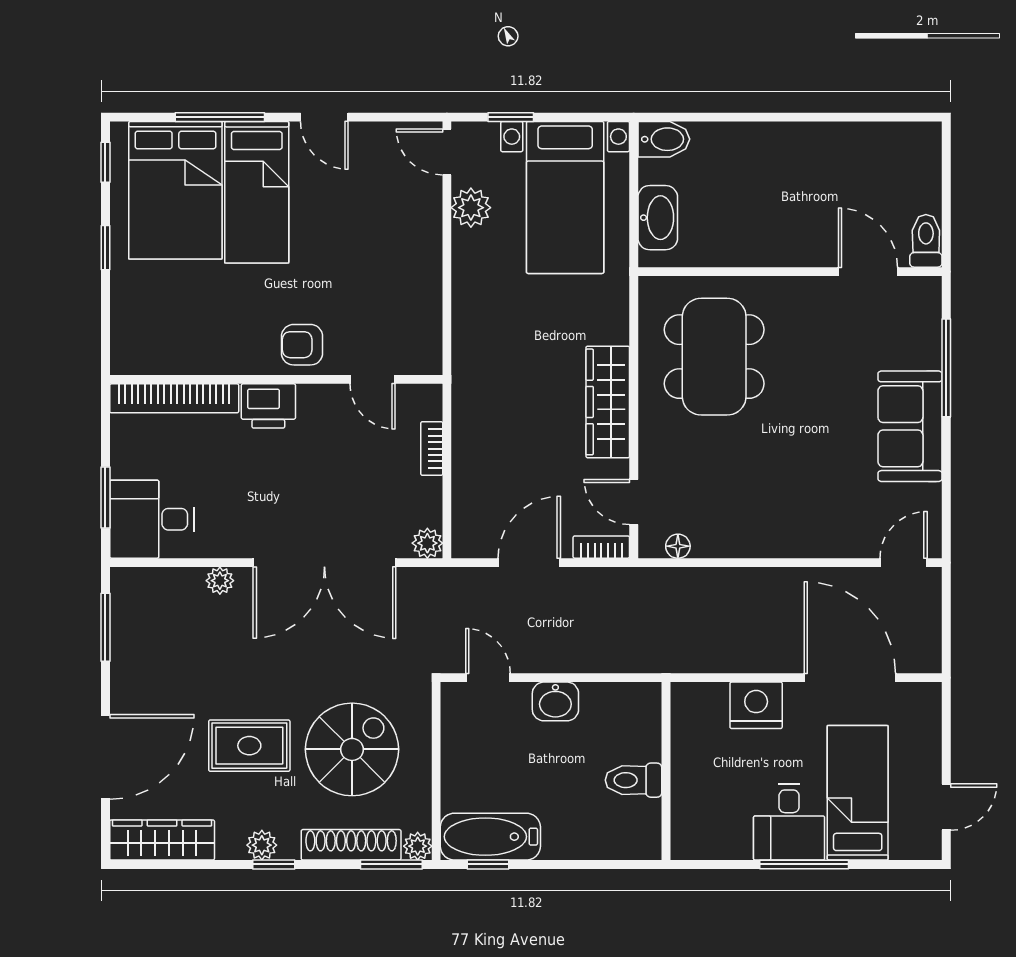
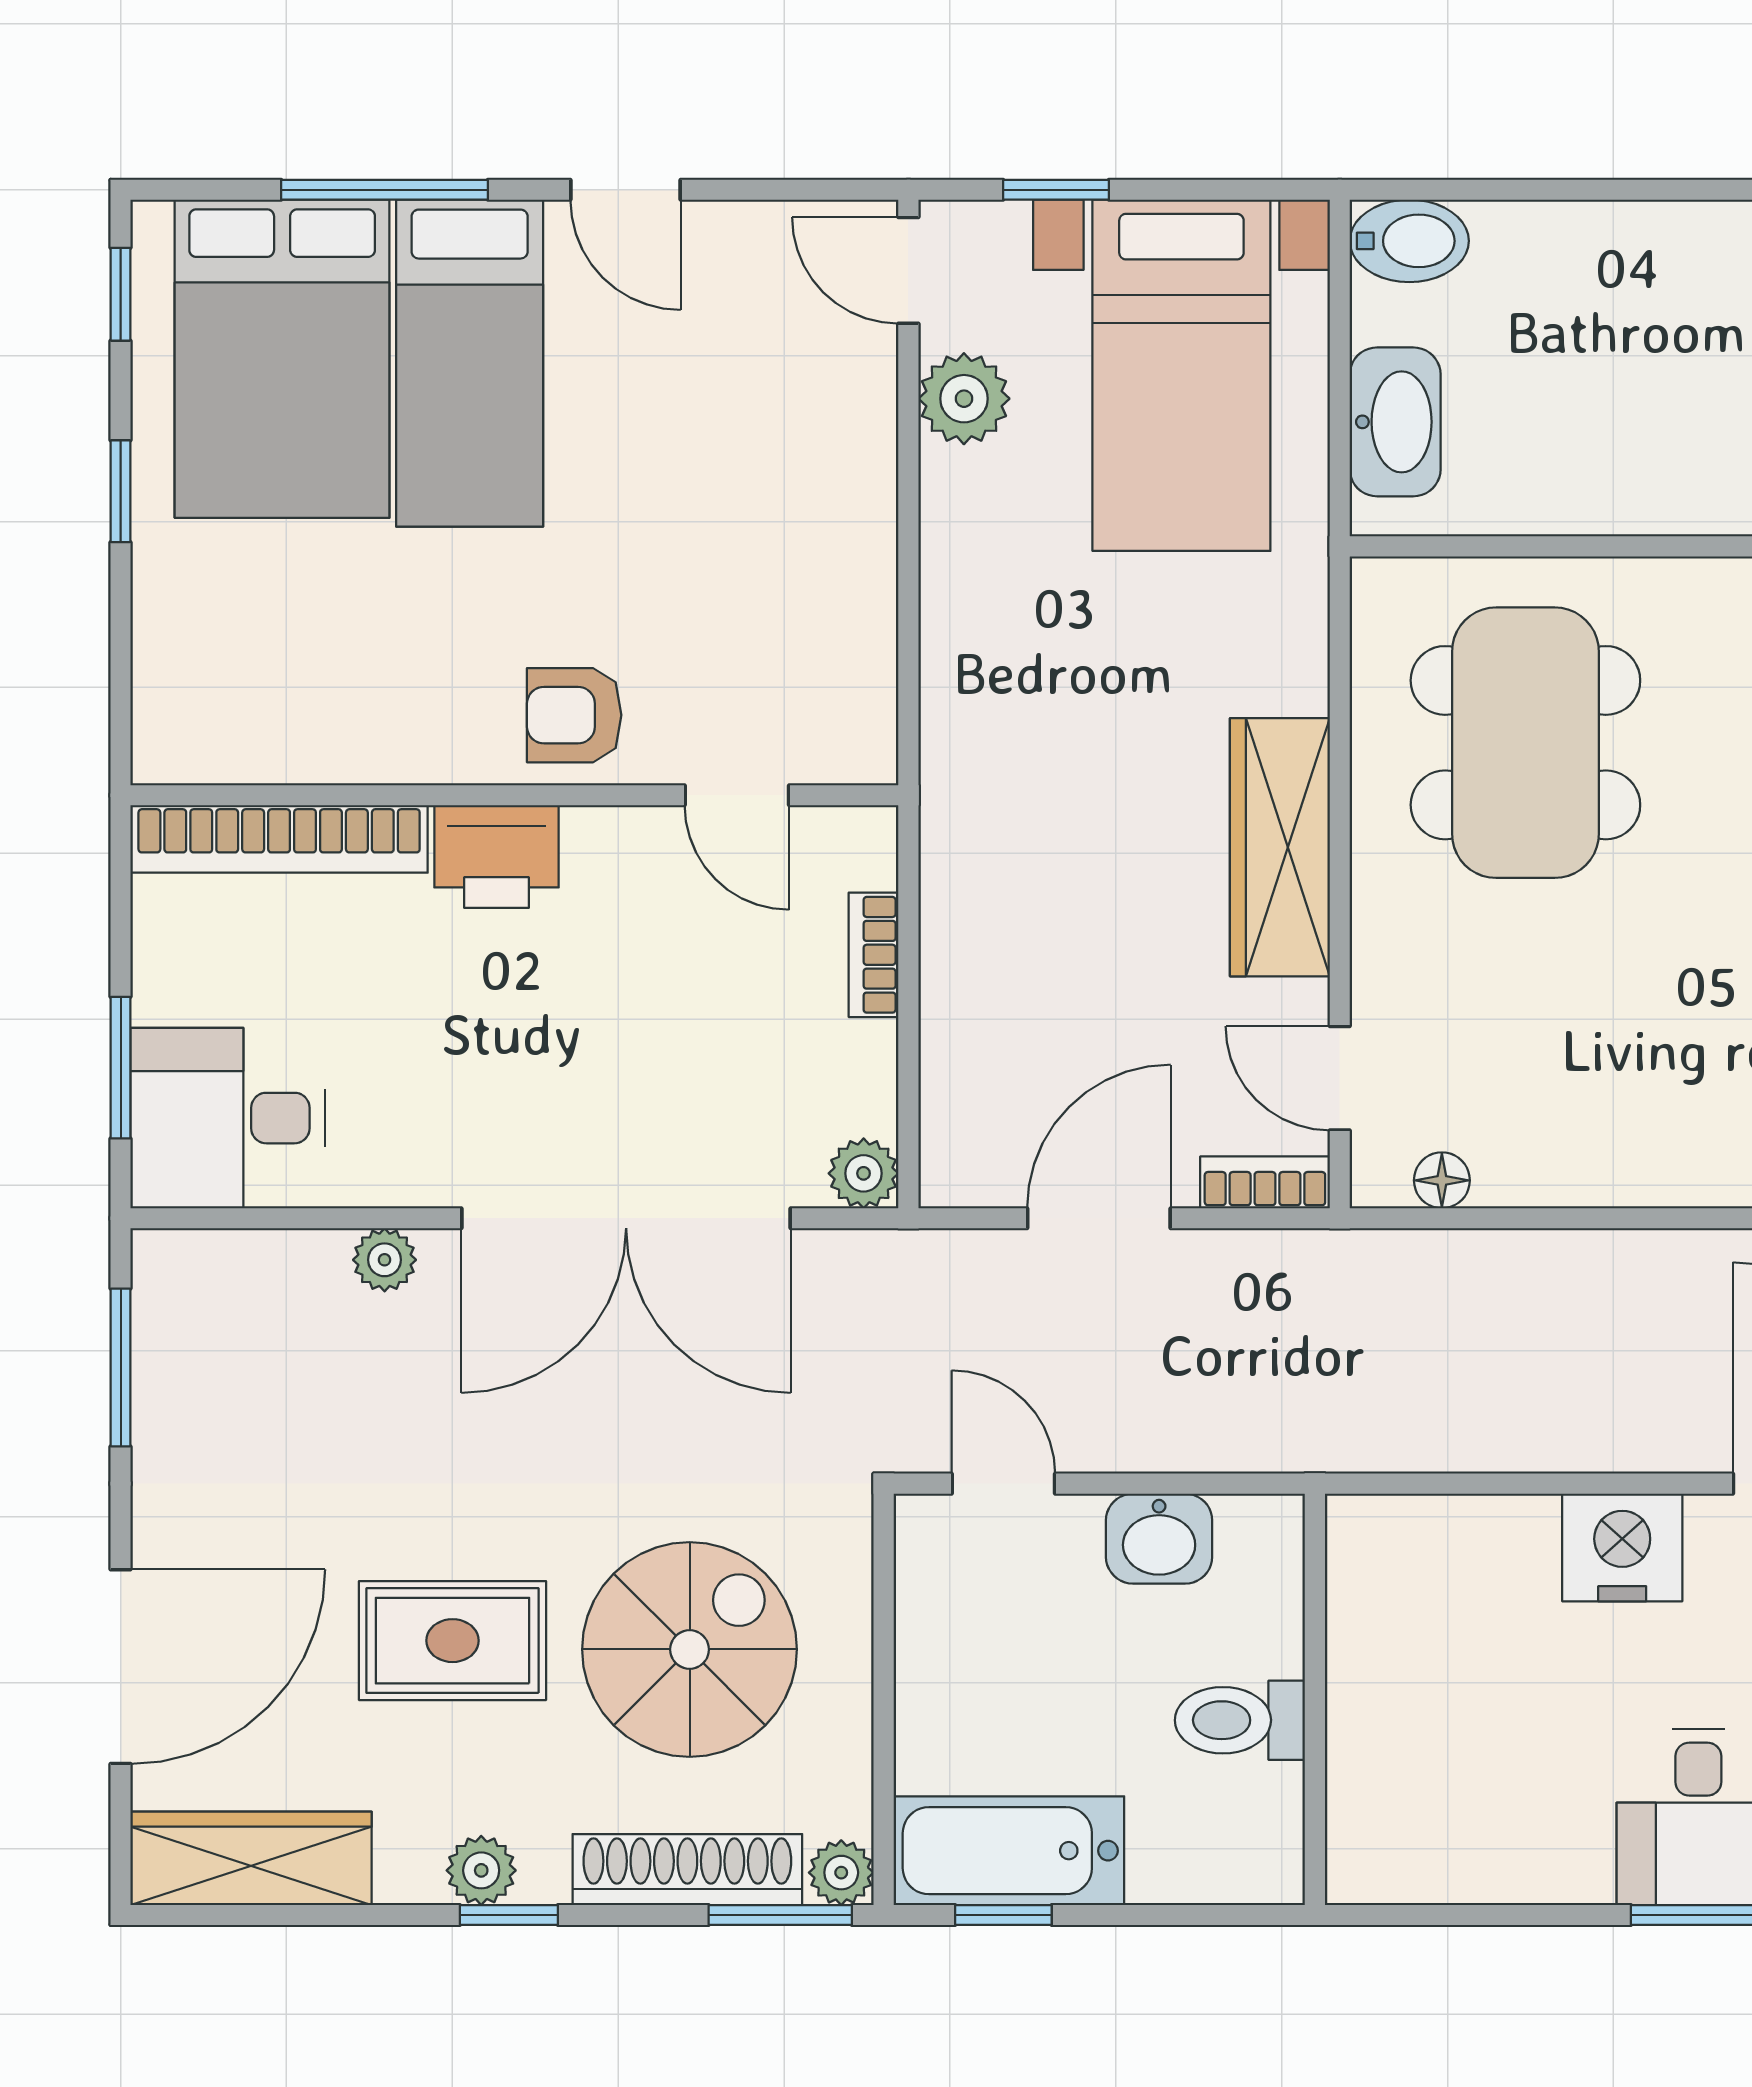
wall: (666, 771) -> (1315, 1699), moved
toilet: (634, 780) -> (1240, 1720), moved

